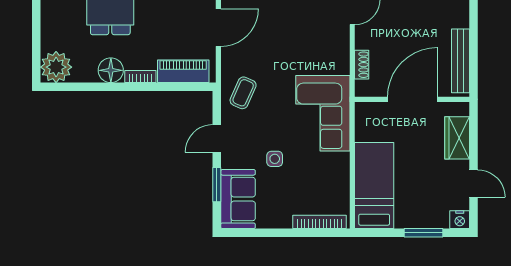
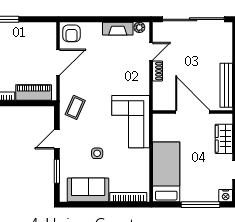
shoe rack: (362, 65) -> (158, 71), moved
door: (412, 99) -> (193, 112), hinge flipped
sofa: (238, 199) -> (88, 190), moved, turned -90
window: (424, 233) -> (201, 205), width x1.44

